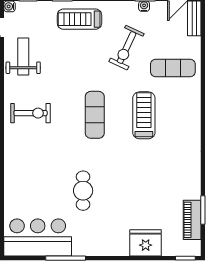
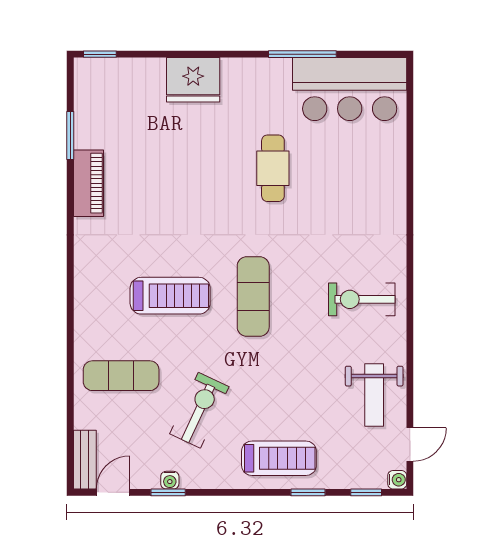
treadmill: (144, 115) -> (170, 296), turned -90
piano: (192, 220) -> (88, 183), moved
fridge: (146, 243) -> (193, 80), moved

